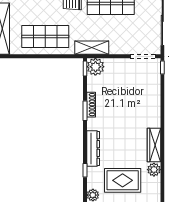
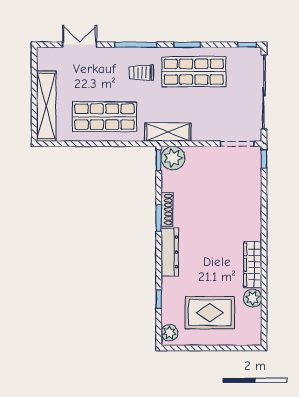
dresser: (93, 149) -> (170, 252), moved

